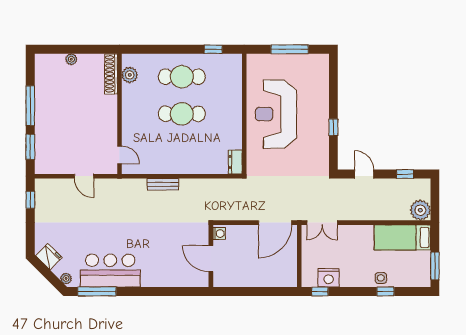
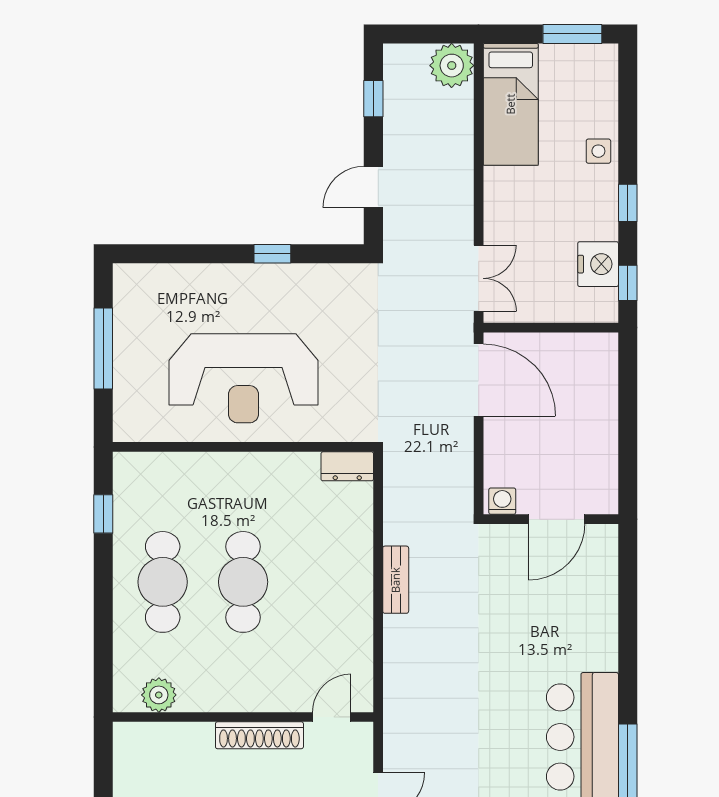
shoe rack: (111, 74) -> (259, 735), moved
bench: (163, 184) -> (396, 580), moved
window: (385, 291) -> (628, 203), moved

